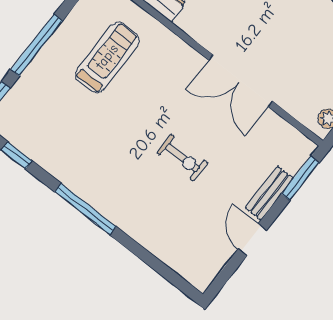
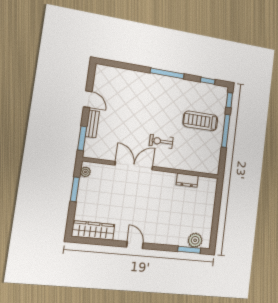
treadmill: (107, 57) -> (200, 121), moved, turned 90
exercise bike: (182, 158) -> (161, 141), moved

